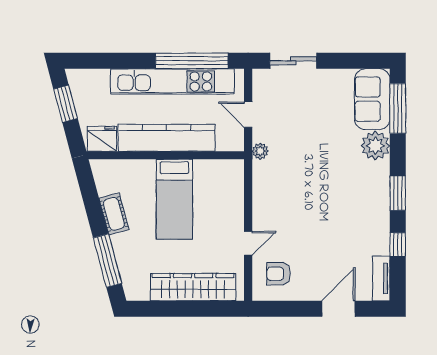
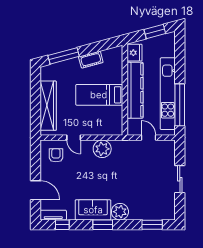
sliding door: (293, 61) -> (180, 179), moved
sofa: (372, 99) -> (93, 210), moved
window: (398, 108) -> (152, 225), width x0.69
door: (248, 115) -> (148, 138), hinge flipped
plant: (375, 146) -> (120, 212), moved
plant: (260, 151) -> (102, 149), moved, width x1.87, depth x1.87
window: (398, 245) -> (62, 225), moved

